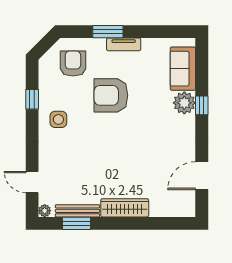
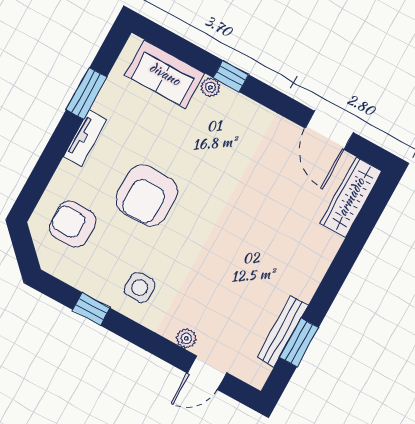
window: (108, 32) -> (86, 93), moved
plant: (184, 103) -> (210, 87), width x0.53, depth x0.53
wardrobe: (125, 208) -> (351, 197), moved
plant: (45, 211) -> (186, 338), moved

